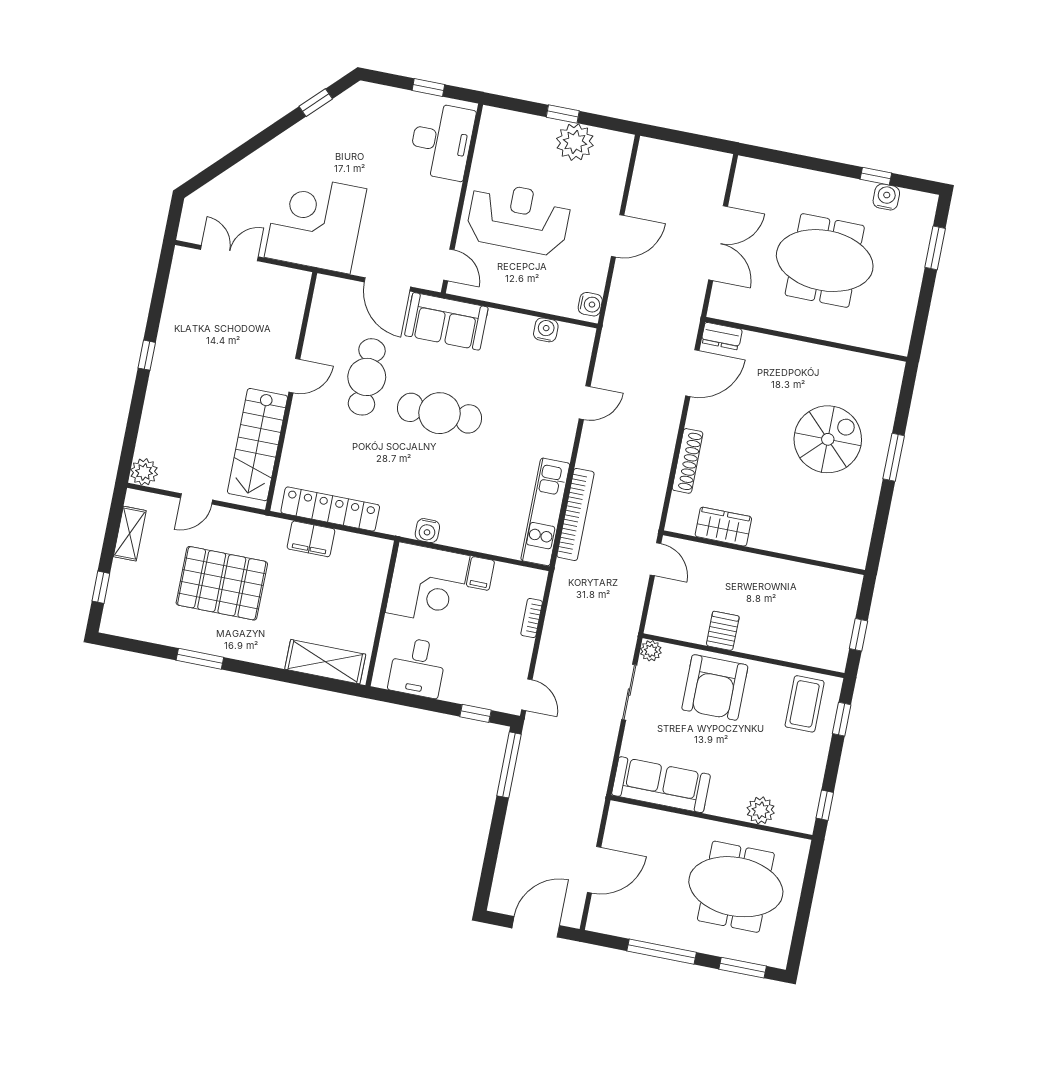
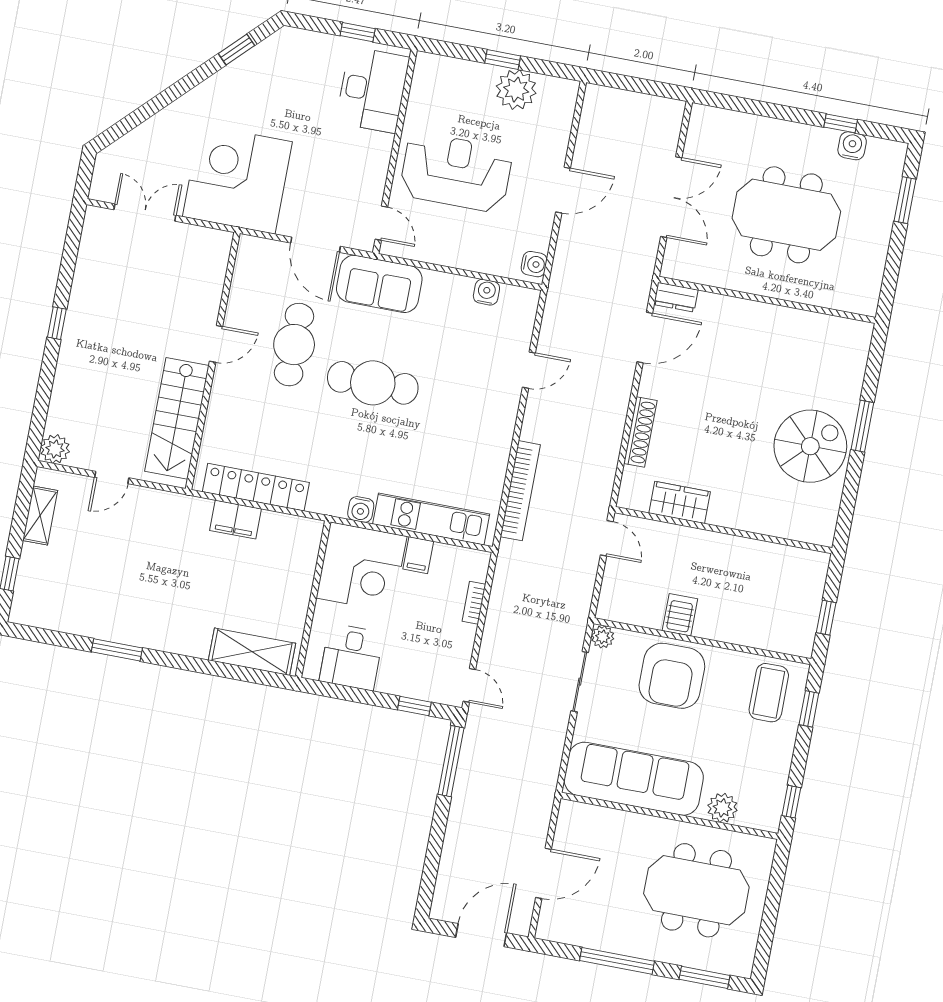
spiral stairs: (828, 439) -> (810, 446), moved
kitchen unit: (545, 512) -> (431, 519), moved, turned 90
pallet: (222, 583) -> (140, 568), removed
sofa: (661, 785) -> (634, 779), width x1.36, depth x1.27

